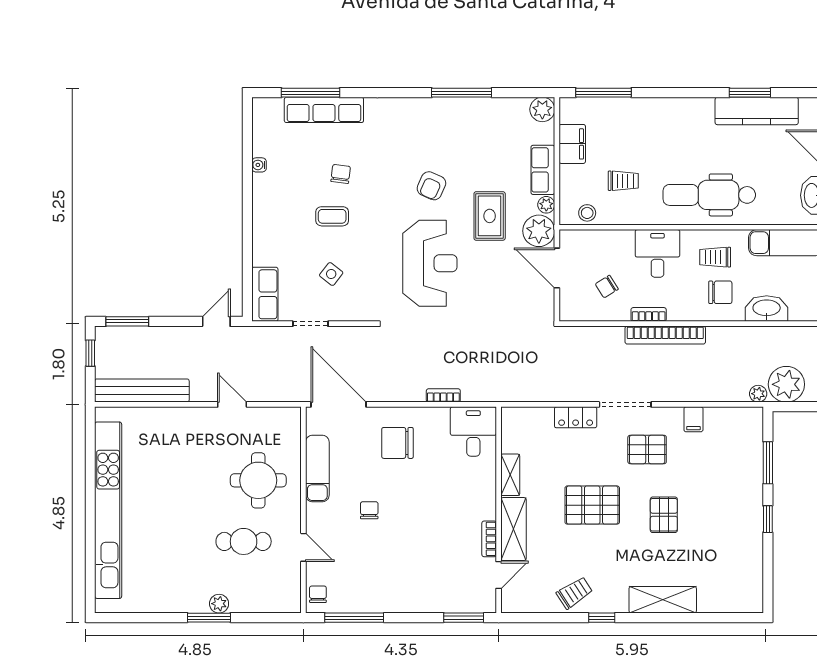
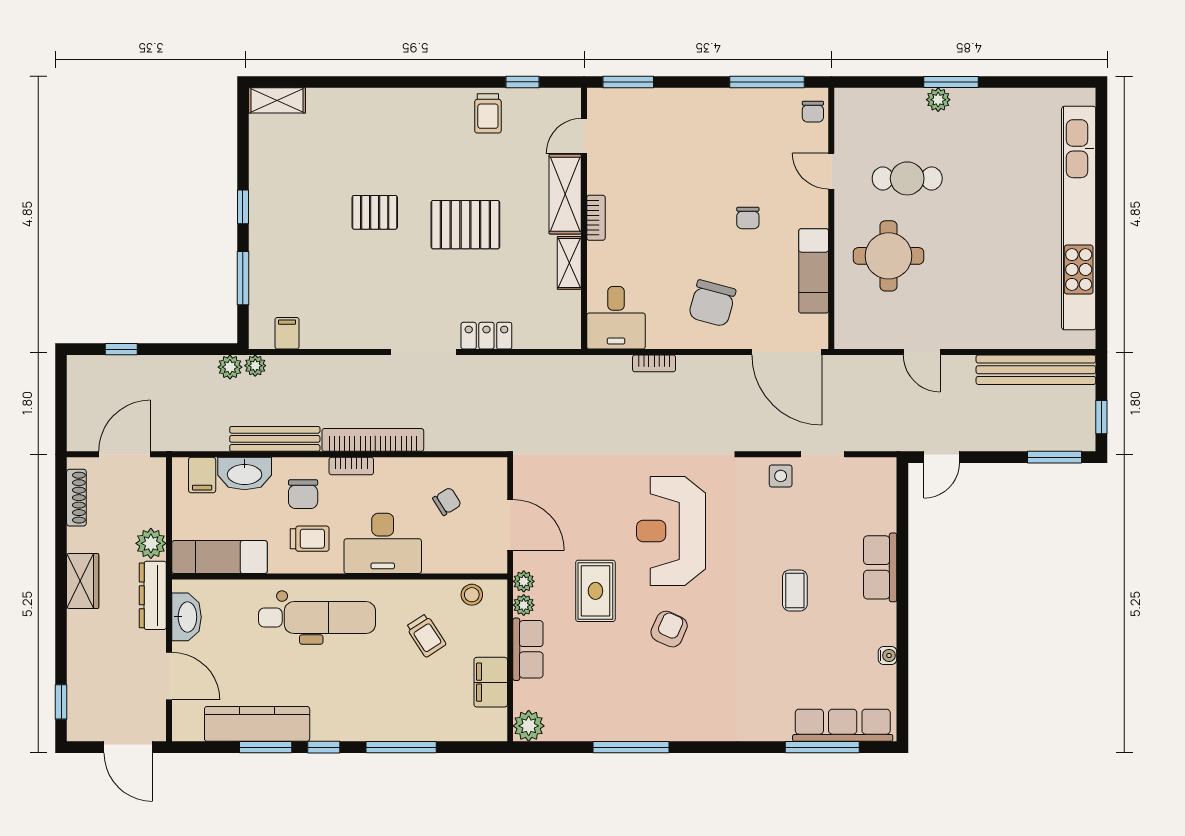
window: (603, 93) -> (401, 747), moved
window: (704, 93) -> (324, 747), added
row of seats: (324, 110) -> (843, 725), moved
chair: (341, 174) -> (784, 644), removed
trolley: (623, 181) -> (426, 635), turned -123
coffee table: (332, 216) -> (795, 590), turned 90
plant: (539, 231) -> (524, 581), width x0.53, depth x0.53
desk: (657, 253) -> (383, 543), width x1.37
side table: (331, 274) -> (781, 476), moved, turned -38
chair: (720, 292) -> (303, 494), turned -90
row of seats: (265, 294) -> (880, 567), moved
filing cabinet: (800, 307) -> (202, 475), added
bookcase: (649, 314) -> (351, 466), moved
bench: (743, 336) -> (275, 439), added
plant: (786, 384) -> (230, 367), width x0.53, depth x0.53
filing cabinet: (693, 419) -> (287, 333), moved
chair: (397, 443) -> (712, 303), turned 105
pallet: (647, 449) -> (396, 295), removed
pallet: (664, 515) -> (375, 212), turned 90
bookcase: (489, 539) -> (596, 218), moved
trolley: (574, 593) -> (488, 113), turned -57
shelving: (663, 600) -> (277, 100), moved, width x0.67, depth x0.75
window: (602, 618) -> (522, 82), moved

